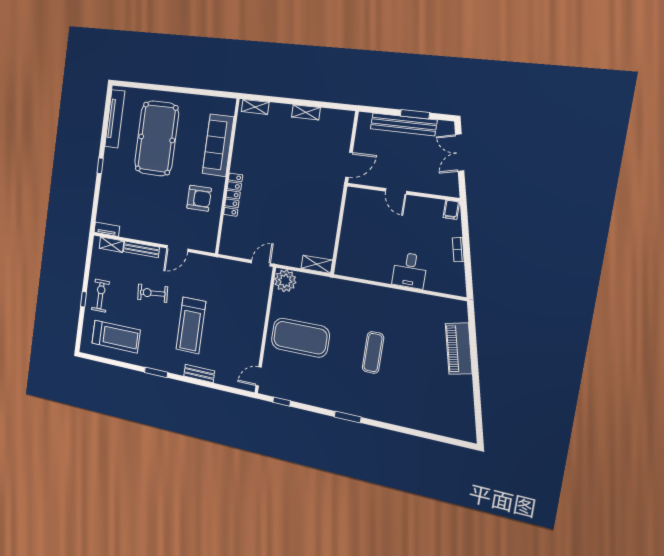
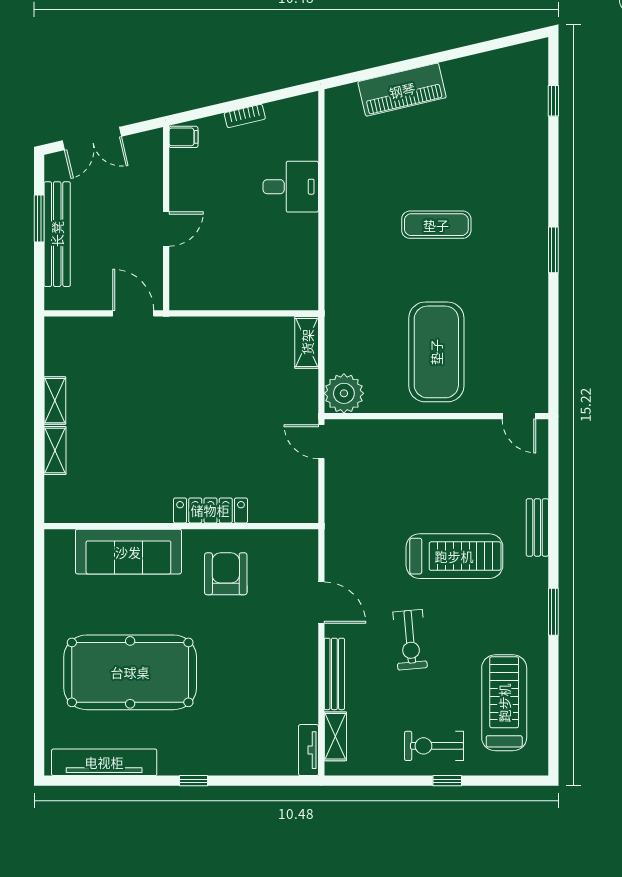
shelving: (255, 107) -> (55, 451), moved
window: (282, 402) -> (553, 101), moved

